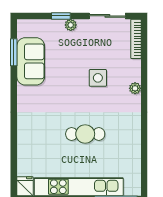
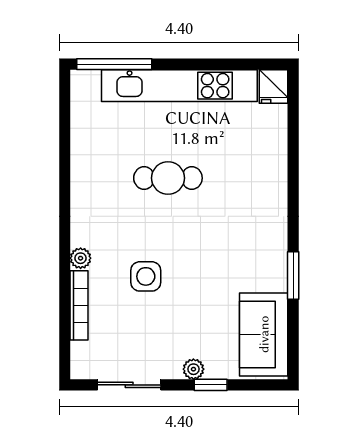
bookcase: (136, 39) -> (79, 305), moved
window: (14, 52) -> (293, 275), moved
sofa: (31, 61) -> (264, 334), moved

